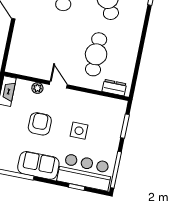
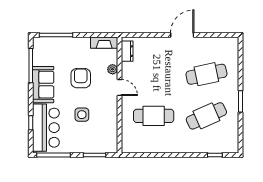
door: (58, 85) -> (119, 88), hinge flipped
dresser: (114, 88) -> (127, 51), moved
armchair: (40, 124) -> (81, 78), turned -90

